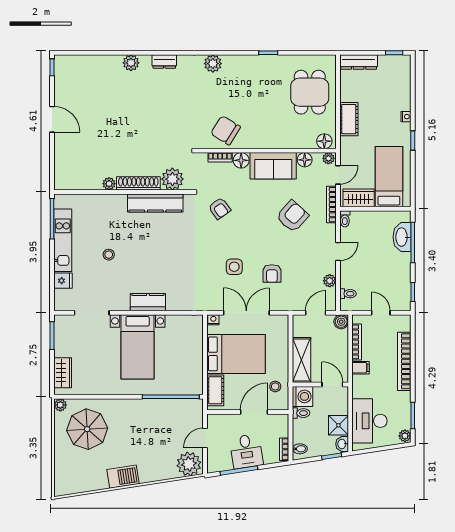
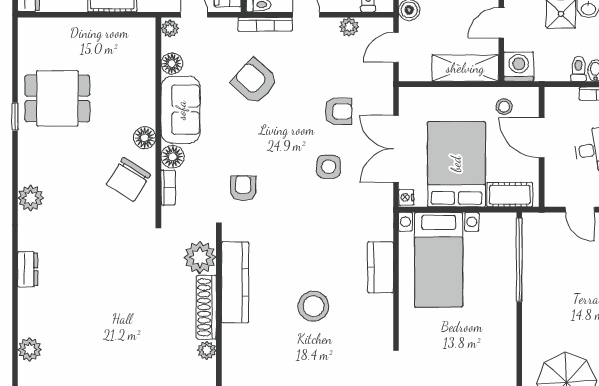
plant: (131, 63) -> (30, 349), moved
dining table: (310, 92) -> (57, 98), moved
floor lamp: (324, 141) -> (145, 138), moved
bookcase: (331, 205) -> (265, 24), moved
armchair: (220, 208) -> (243, 188), turned -54
stool: (109, 255) -> (313, 306), moved, width x1.89, depth x1.89
kitchen counter: (148, 302) -> (381, 267), moved
door: (316, 313) -> (396, 47), hinge flipped
bed with nightstands: (138, 347) -> (439, 260), moved, turned 90
toilet: (301, 413) -> (578, 69), moved

